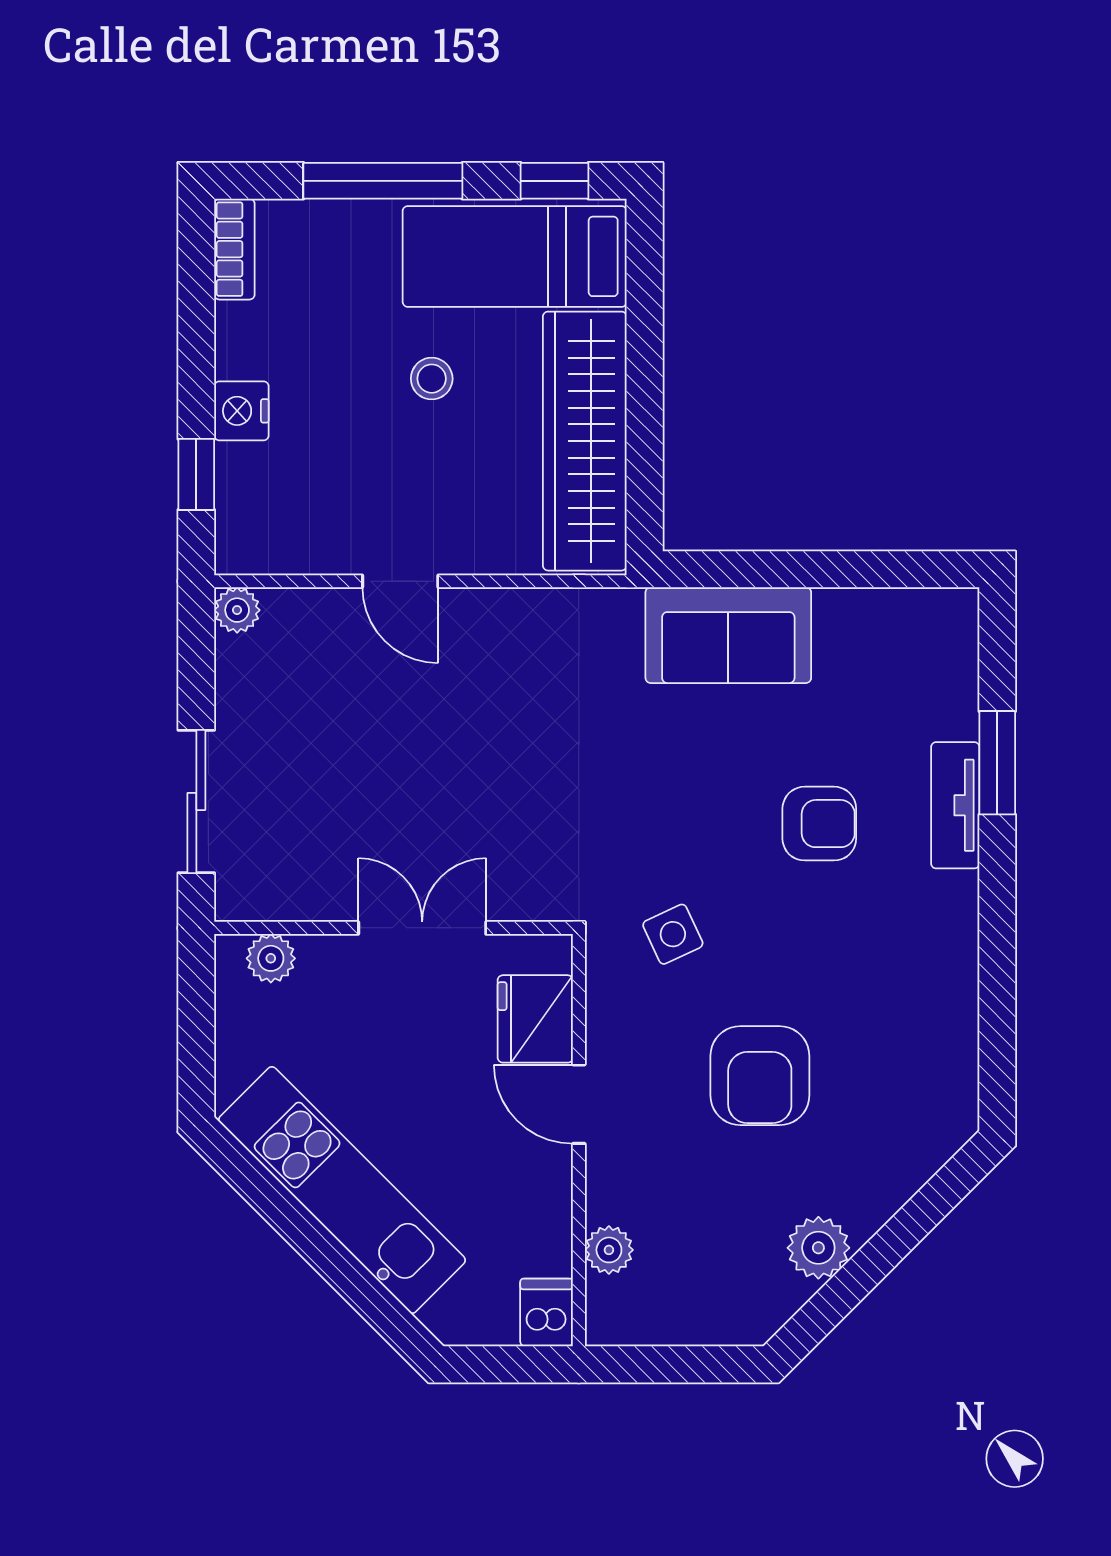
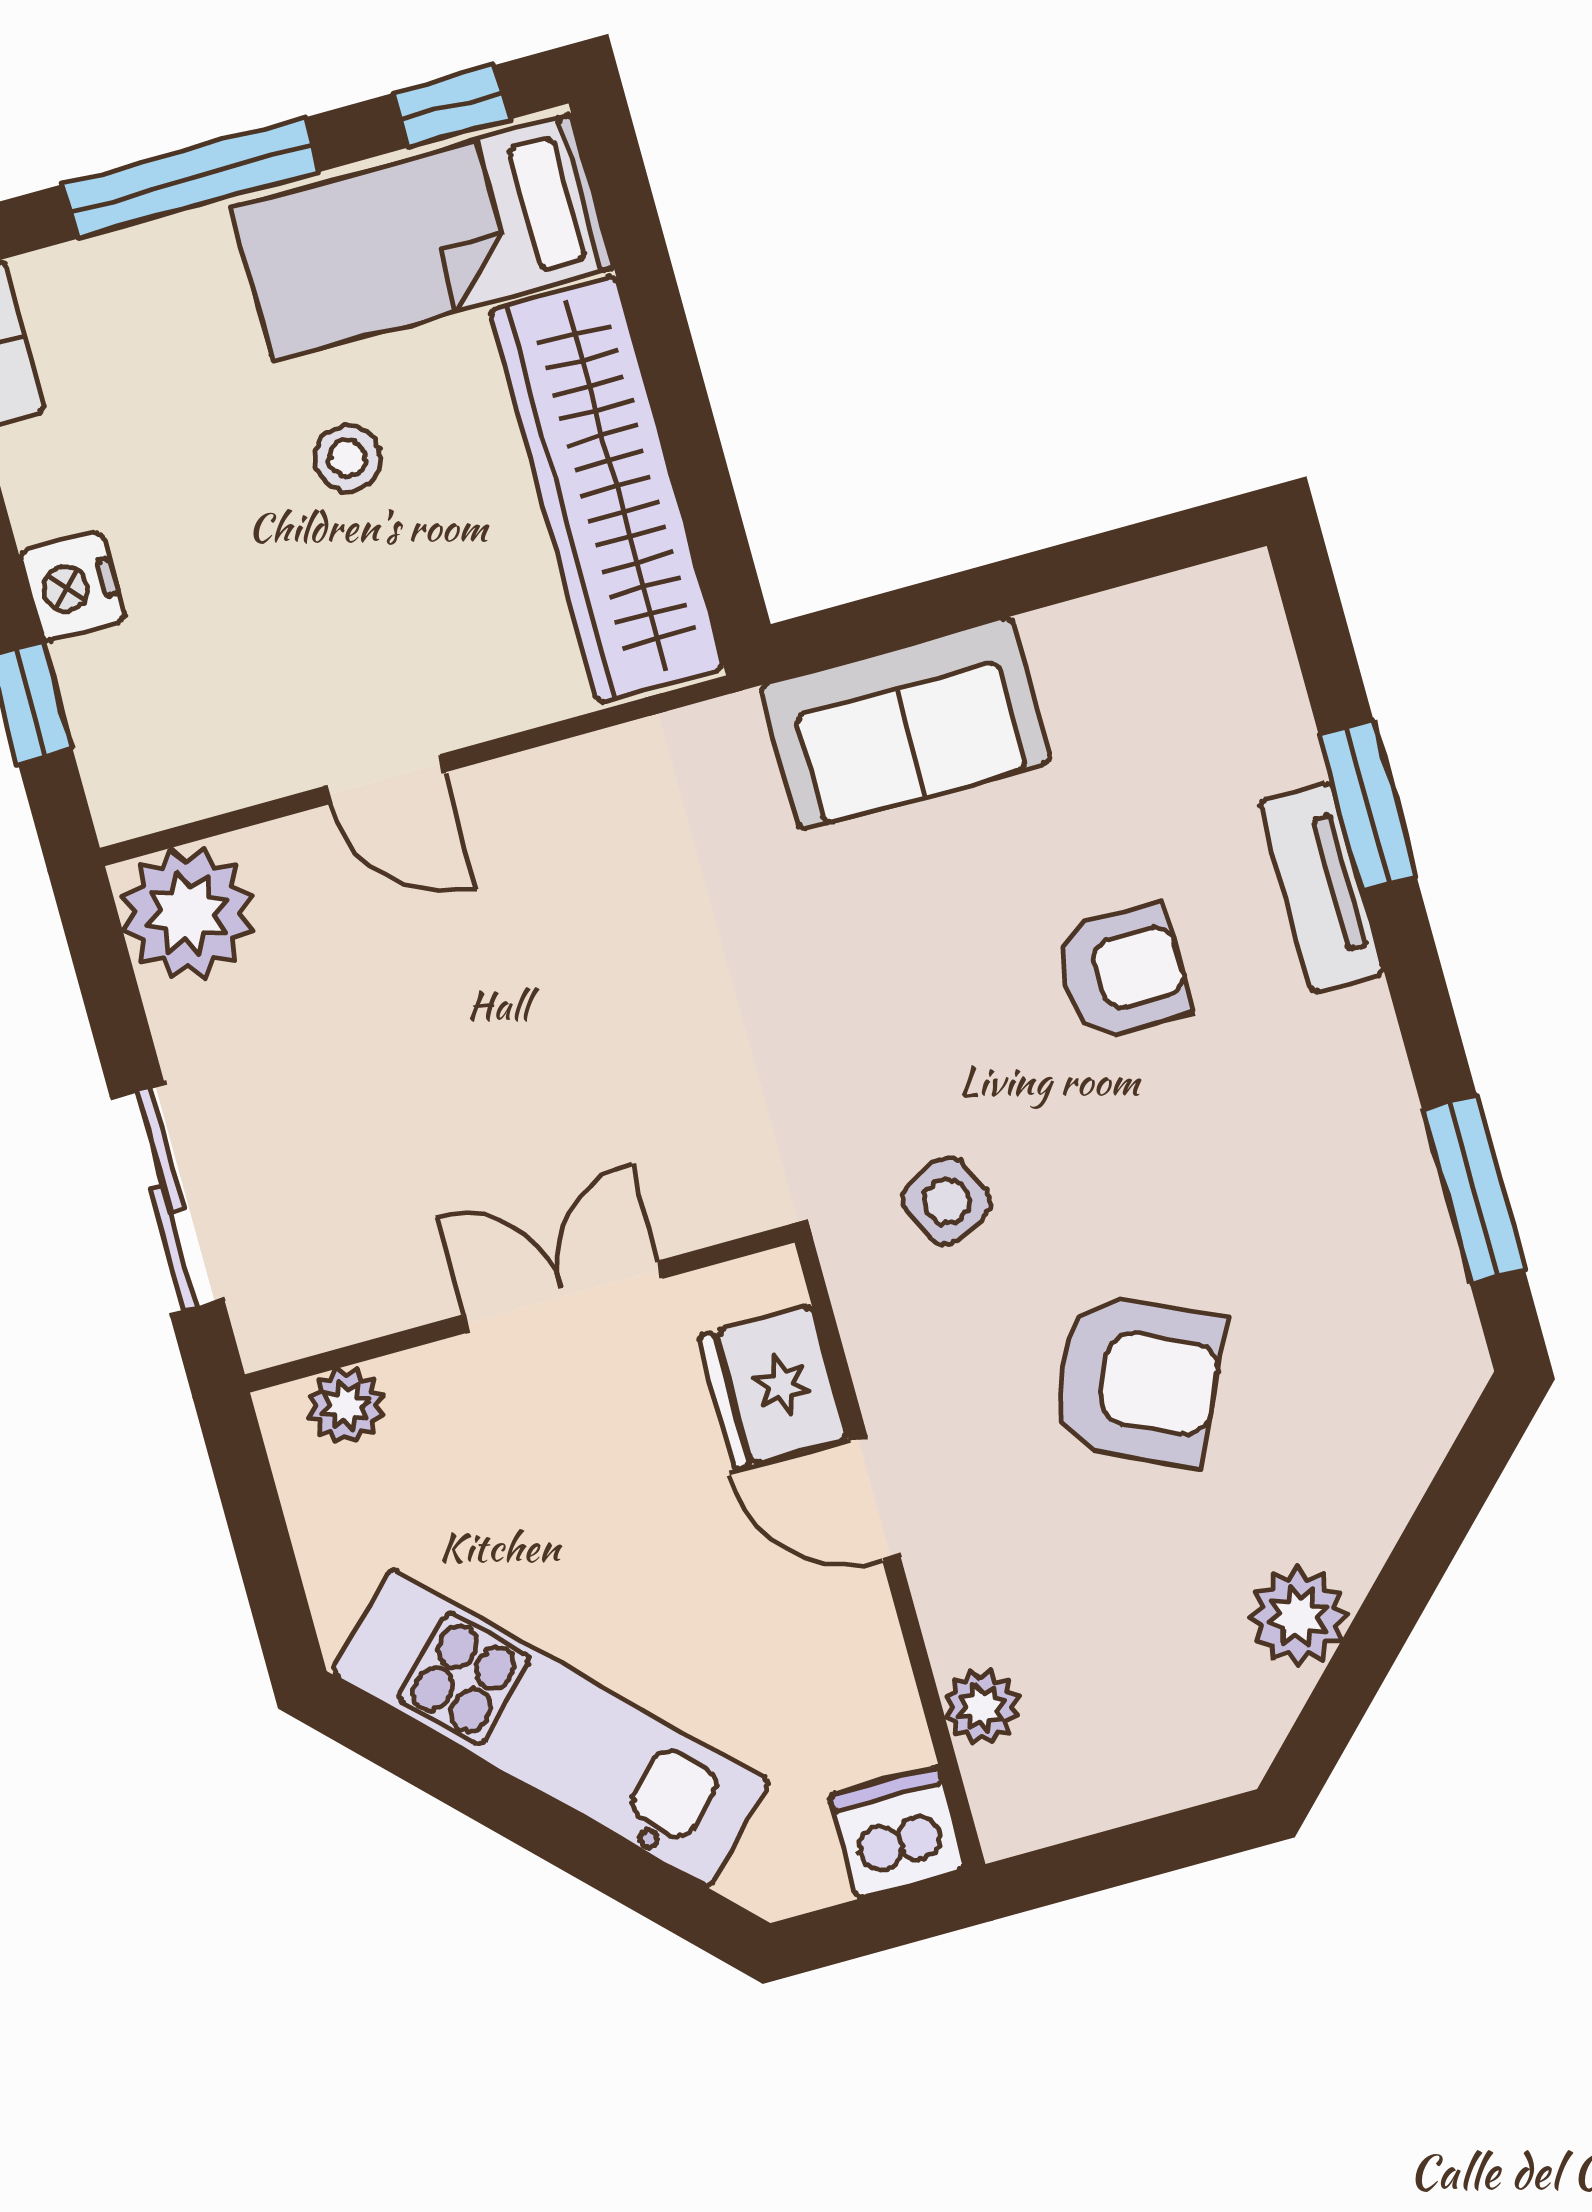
plant: (237, 610) -> (188, 913), width x1.87, depth x1.87
window: (997, 1016) -> (1473, 1189), added
armchair: (760, 1076) -> (1138, 1380), turned -65
dishwasher: (547, 1312) -> (898, 1833), width x1.38

